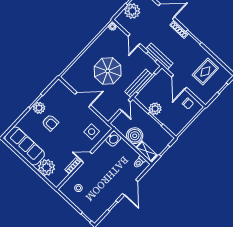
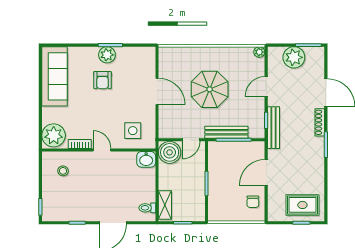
rug: (205, 72) -> (302, 205), moved
plant: (155, 109) -> (216, 173), removed
boiler: (135, 136) -> (170, 152), moved
plant: (47, 167) -> (54, 135), moved

